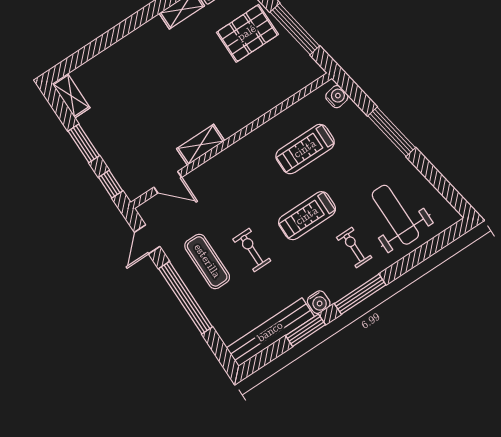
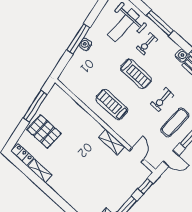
water cooler: (337, 97) -> (85, 44), moved
treadmill: (305, 149) -> (112, 104), moved, turned 180
window: (360, 294) -> (160, 23), moved

